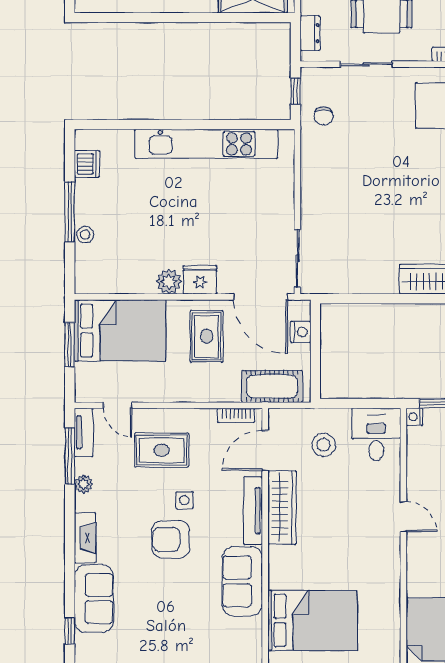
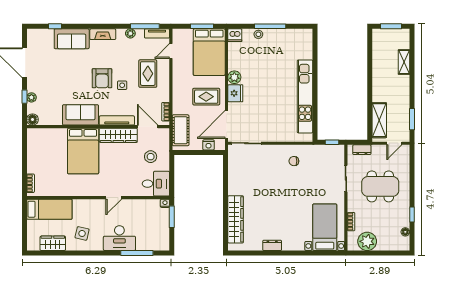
chair: (324, 116) -> (294, 161), moved
dishwasher: (87, 164) -> (235, 35), moved
armchair: (171, 539) -> (102, 78), turned 180
bed: (313, 620) -> (83, 151), moved

